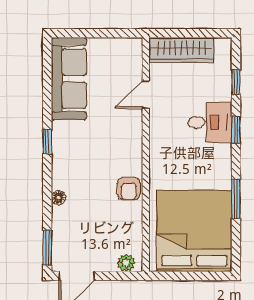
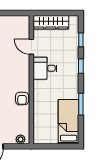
door: (146, 95) -> (31, 47), hinge flipped
desk: (210, 122) -> (45, 68), moved, turned 180
bed: (194, 231) -> (69, 122), width x0.49

